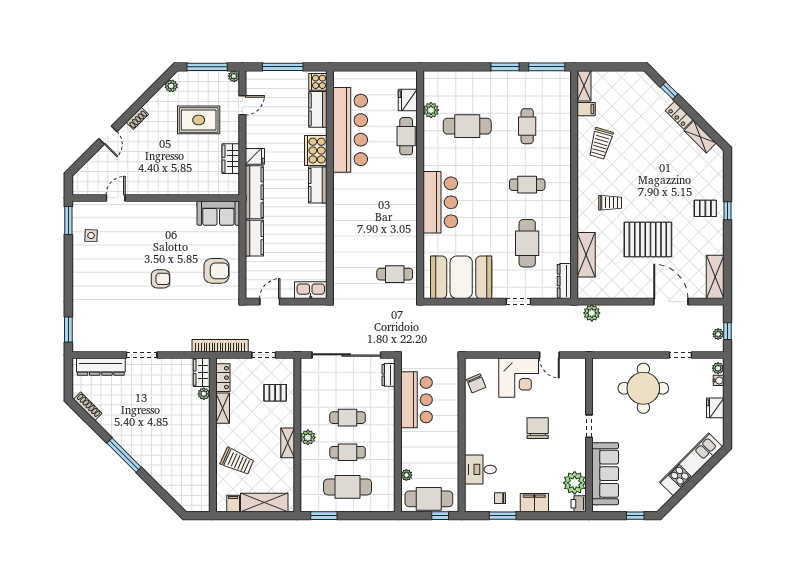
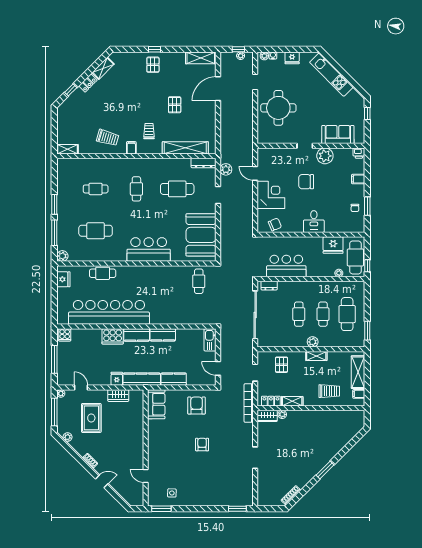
window: (547, 67) -> (54, 233), moved
fridge: (408, 100) -> (63, 279), moved, turned -90
kitchen counter: (318, 109) -> (163, 335), moved
filing cabinet: (586, 109) -> (131, 148), moved
plant: (431, 110) -> (62, 256), moved
cafe table: (467, 126) -> (96, 231), turned 90
bar counter: (350, 130) -> (109, 312), width x1.36
pallet: (648, 239) -> (175, 105), width x0.49, depth x0.50
shelving: (586, 255) -> (185, 148), width x1.47
plant: (592, 313) -> (226, 169), moved
door: (549, 355) -> (255, 173), swing flipped
dresser: (101, 367) -> (263, 486), removed
window: (124, 455) -> (325, 470), width x0.69
trolley: (237, 461) -> (329, 391), turned 66
fridge: (447, 467) -> (333, 245), added
desk: (480, 469) -> (314, 222), moved
sofa: (605, 474) -> (338, 135), width x0.73
plant: (575, 483) -> (325, 156), moved
filing cabinet: (534, 503) -> (358, 179), width x0.50
window: (440, 516) -> (367, 266), moved

